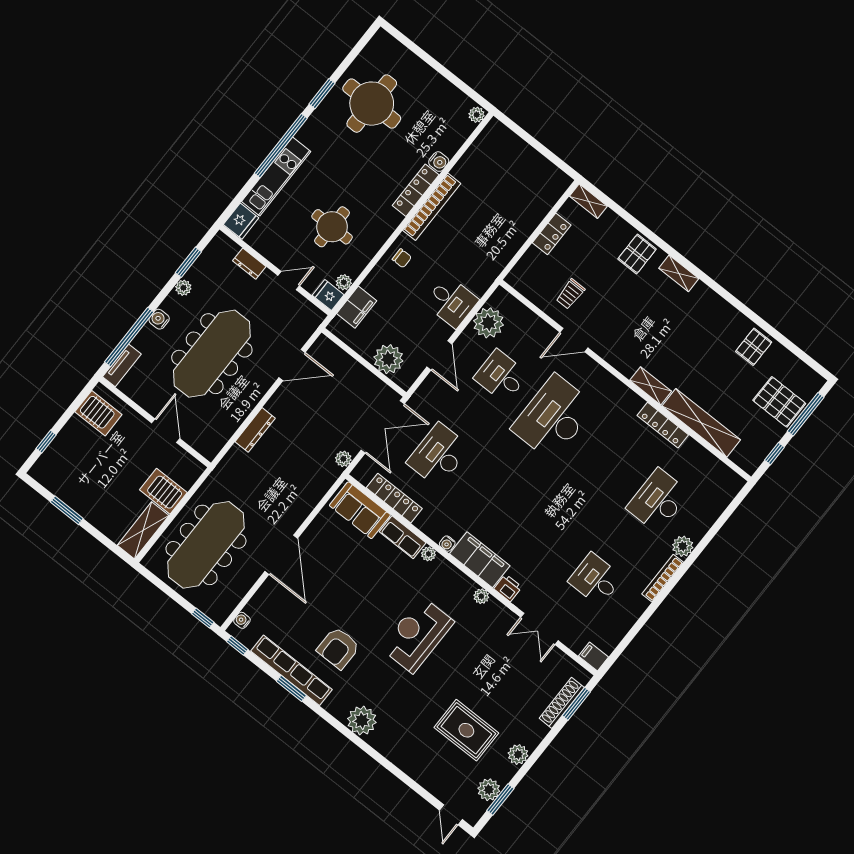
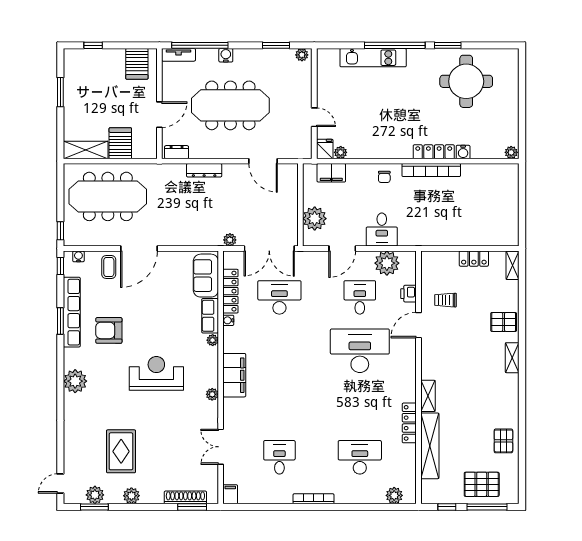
fridge: (241, 221) -> (328, 58), removed
round table: (332, 227) -> (369, 118), removed
dresser: (249, 264) -> (177, 152), moved, turned 90
plant: (183, 288) -> (302, 55), moved
door: (574, 340) -> (419, 325), hinge flipped
pallet: (754, 347) -> (503, 441), turned 90
pallet: (779, 402) -> (482, 484), turned 90
water cooler: (447, 544) -> (228, 320), moved
plant: (683, 546) -> (394, 495), moved
printer: (508, 588) -> (409, 294), moved, turned 180
coffee table: (276, 599) -> (109, 267), added

